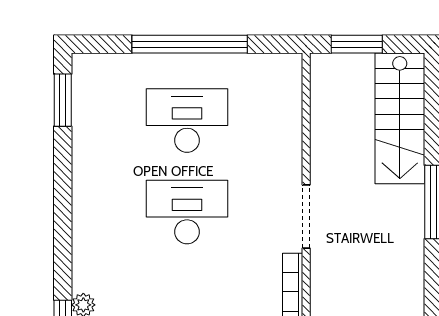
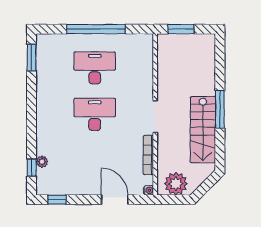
stairs: (400, 118) -> (203, 130), moved

